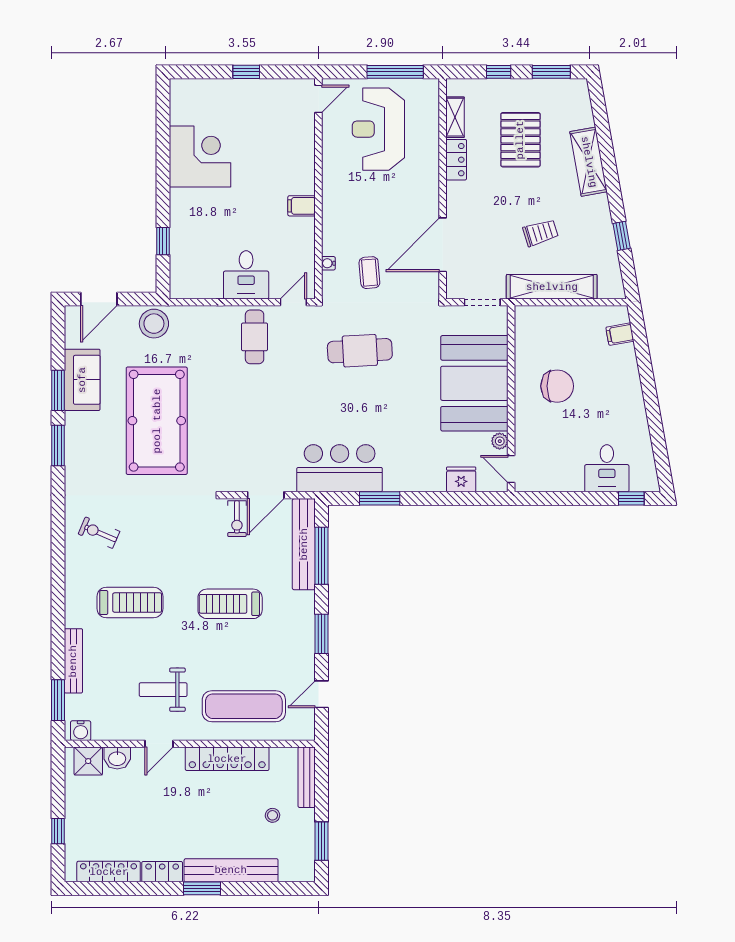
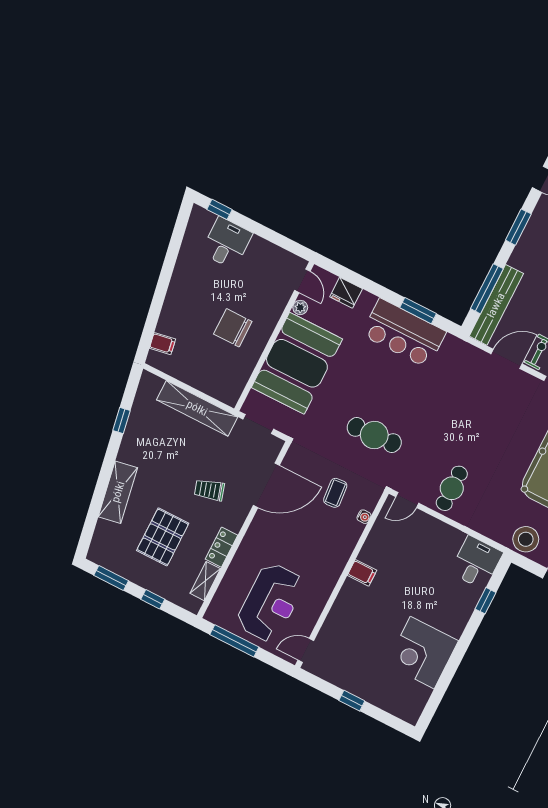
trolley: (540, 233) -> (209, 490), moved
desk: (246, 275) -> (476, 562), moved
bar counter: (340, 468) -> (404, 333), moved

